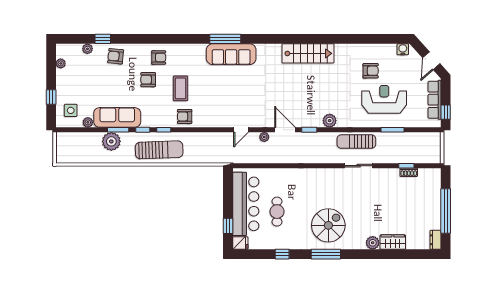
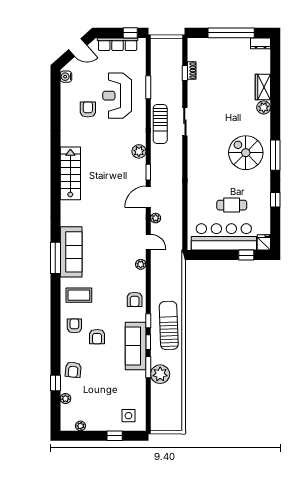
coffee table: (181, 88) -> (79, 295), moved
sofa: (117, 117) -> (136, 346), moved
plant: (88, 122) -> (141, 264), moved

